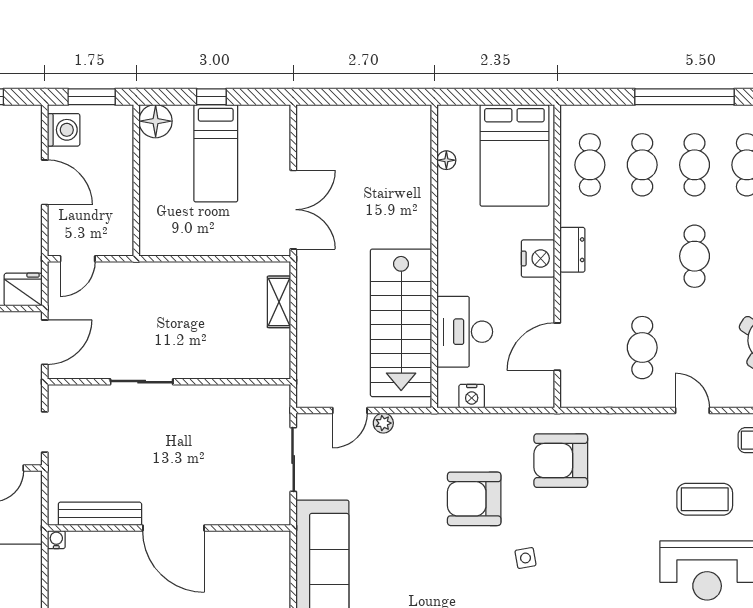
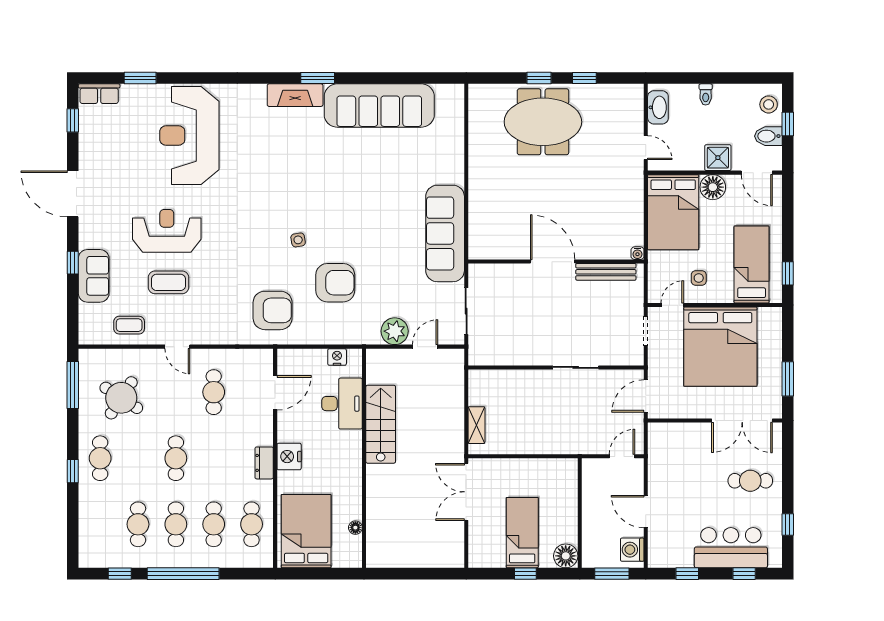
fridge: (23, 290) -> (661, 434), removed
stairs: (401, 323) -> (381, 424), width x0.73, depth x0.66
plant: (383, 423) -> (395, 331), width x1.88, depth x1.88

